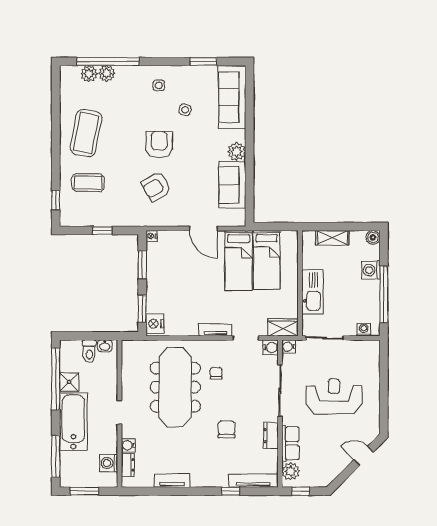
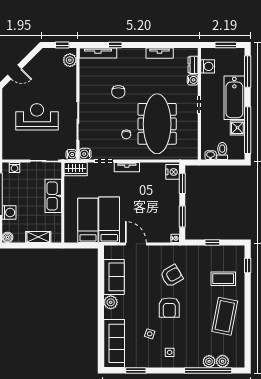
reception desk: (334, 396) -> (37, 117), turned 180
dresser: (271, 436) -> (85, 87), removed
row of seats: (290, 443) -> (70, 81), removed

